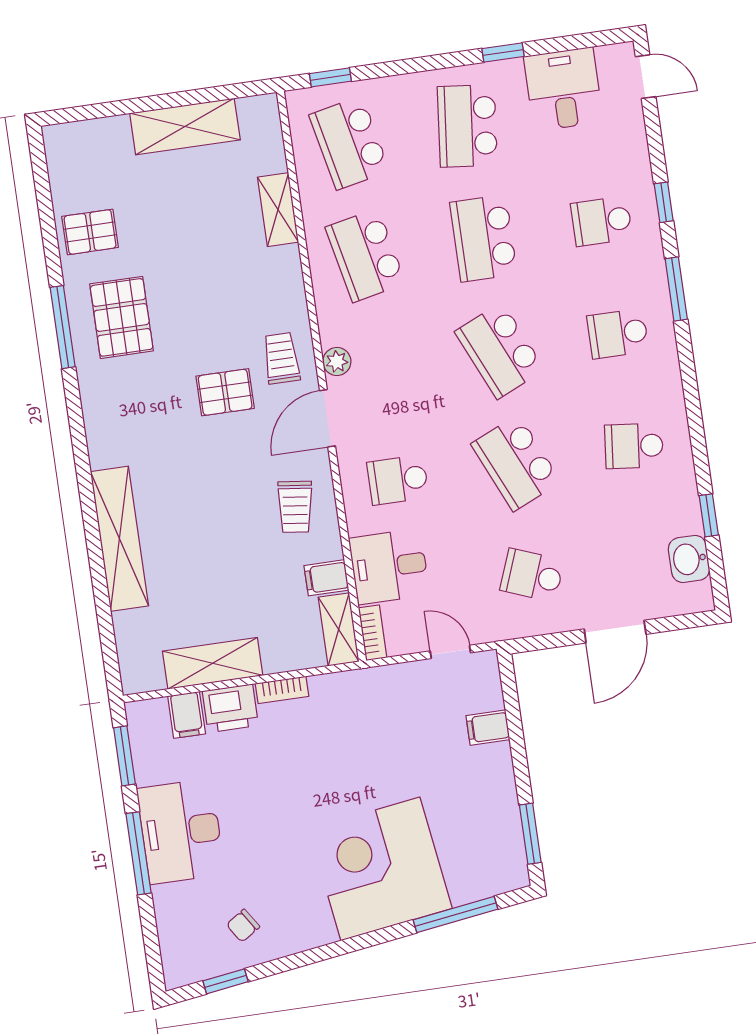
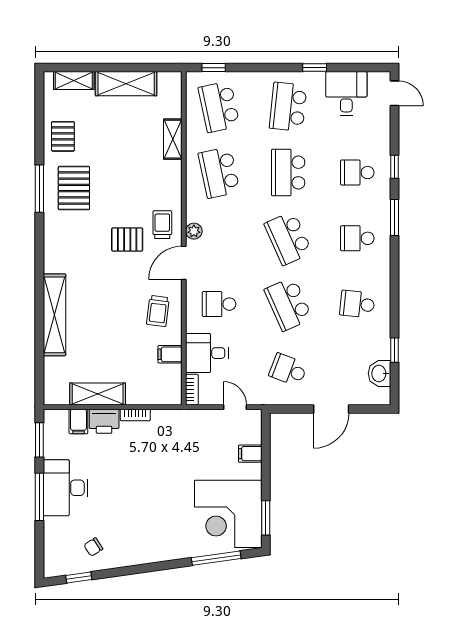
pallet: (90, 232) -> (63, 136), turned 90
shelving: (339, 629) -> (74, 81), moved, turned 90
corner desk: (380, 869) -> (228, 514), moved, turned -82

